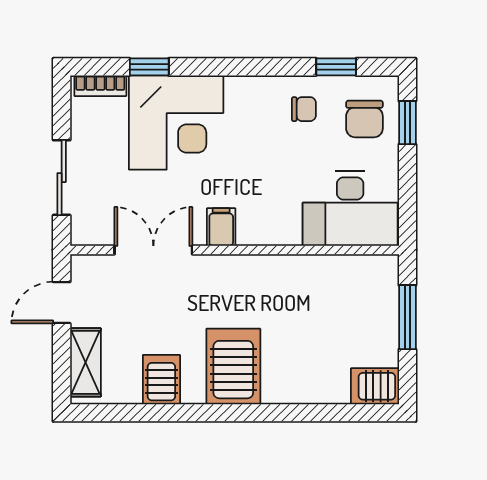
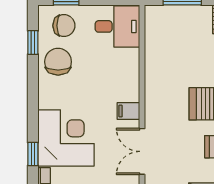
chair: (304, 109) -> (58, 62), width x1.87, depth x1.87
desk: (350, 209) -> (117, 26), width x0.73

